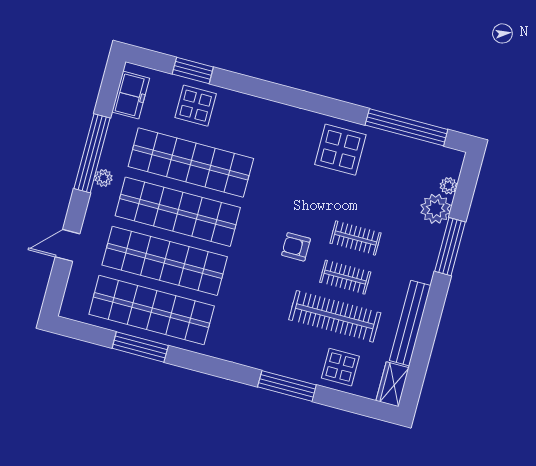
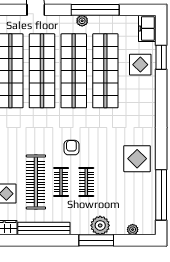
freezer: (131, 95) -> (147, 28), moved, turned 90
plant: (436, 209) -> (100, 225), moved

